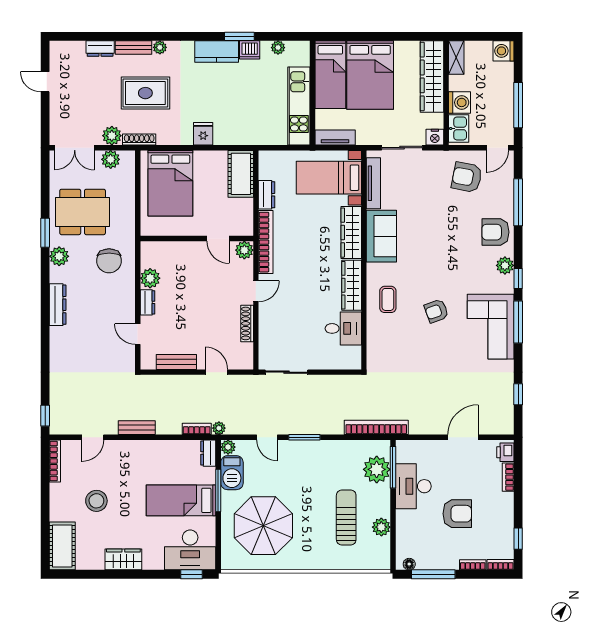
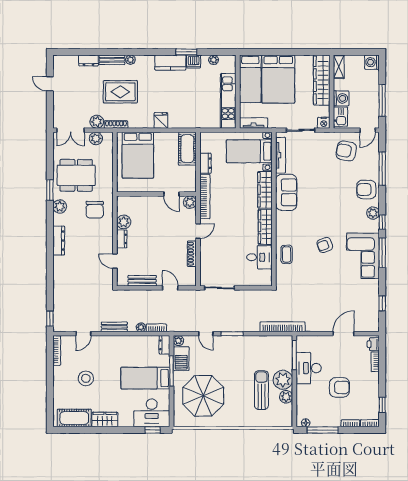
coffee table: (388, 299) -> (287, 254), moved
plant: (219, 428) -> (141, 327), moved
plant: (377, 469) -> (283, 380), moved
cot: (62, 546) -> (74, 418), moved, turned 90

